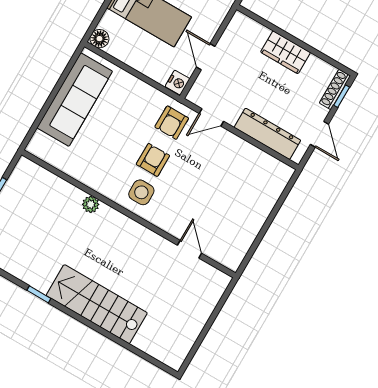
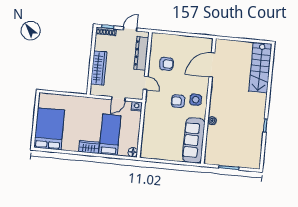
wardrobe: (286, 52) -> (99, 68), width x1.50
sofa: (75, 100) -> (194, 140), moved, turned -90
armchair: (172, 123) -> (166, 64), moved
door: (189, 249) -> (212, 65), width x1.87
stairs: (97, 304) -> (260, 68), moved

